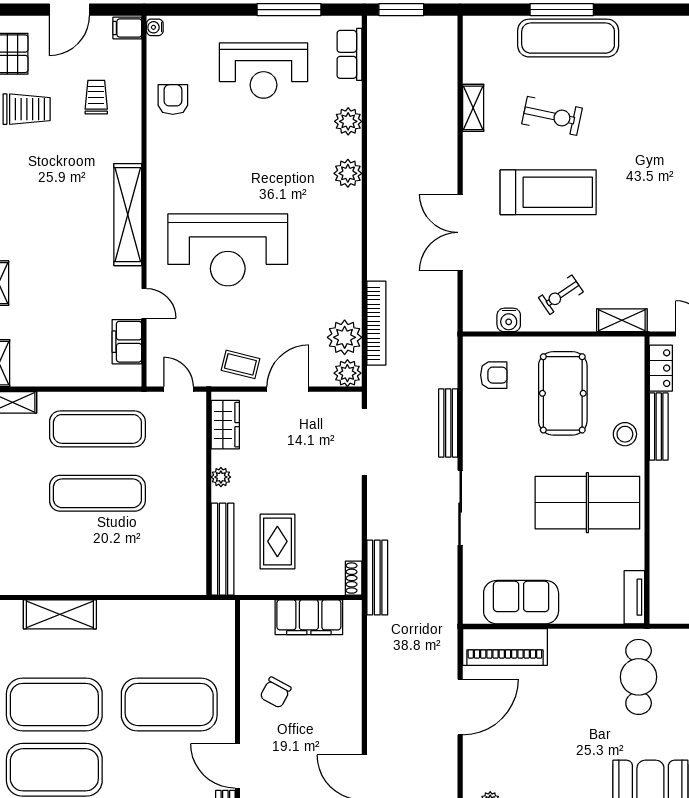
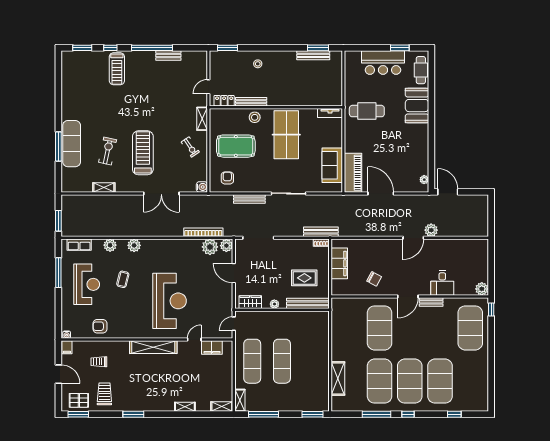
water cooler: (509, 320) -> (202, 187), moved
coffee table: (240, 364) -> (123, 279), moved

